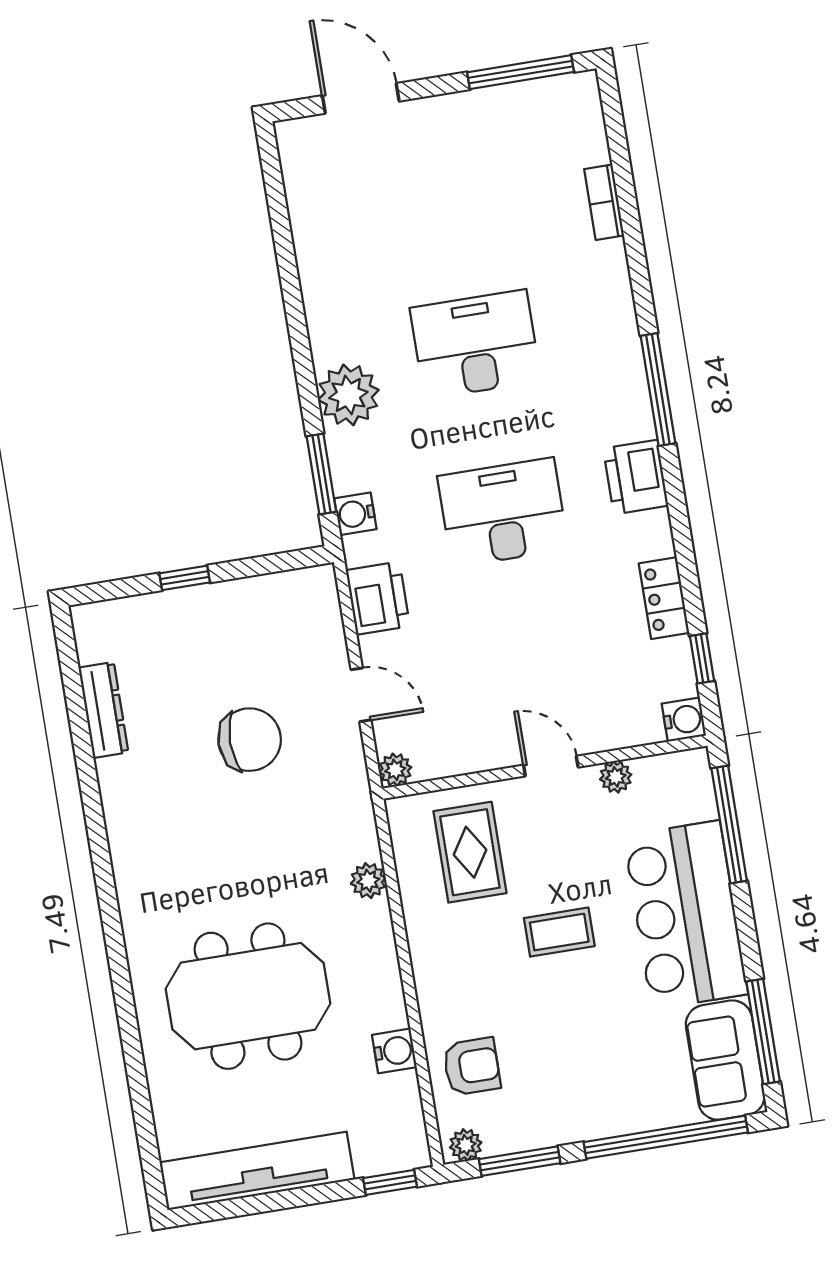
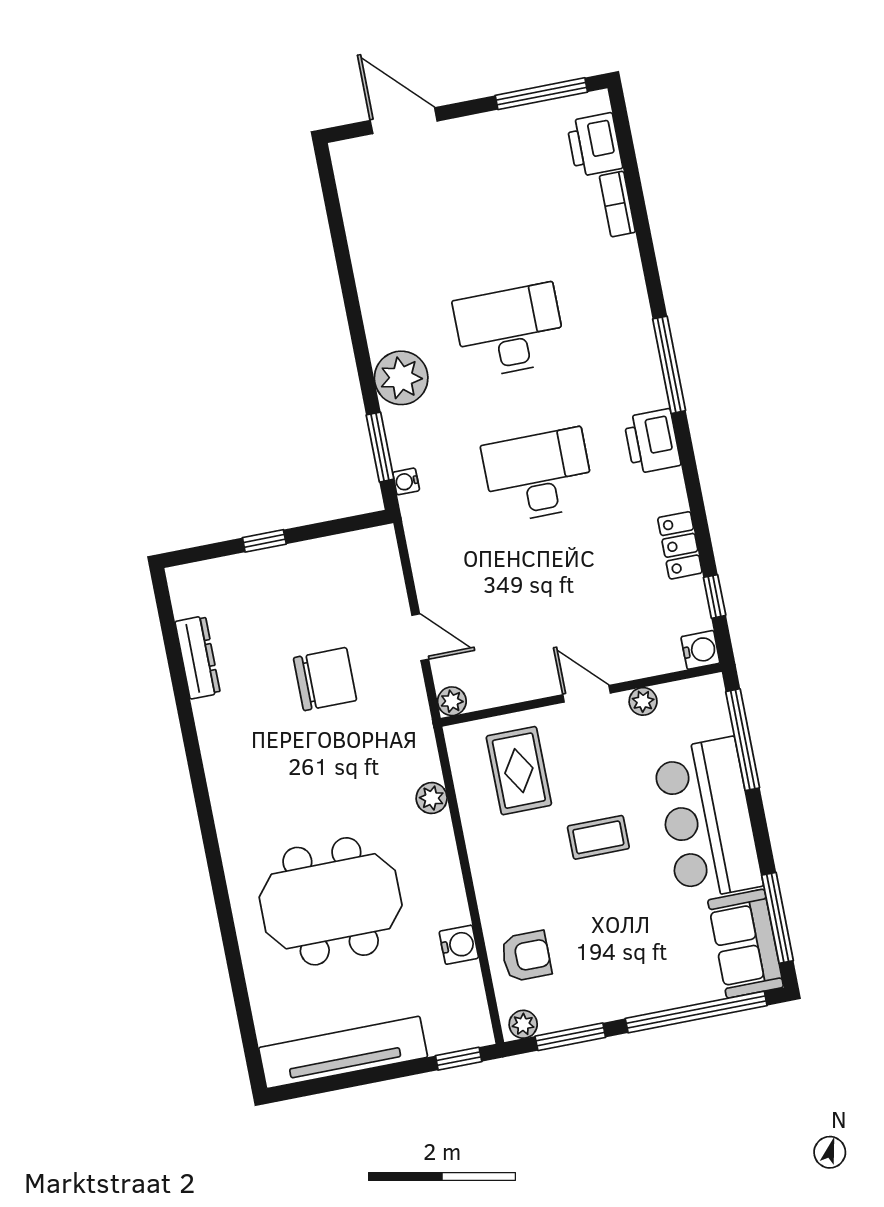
water cooler: (355, 514) -> (406, 481), width x0.72, depth x0.72
printer: (378, 598) -> (594, 145), moved, turned 180

